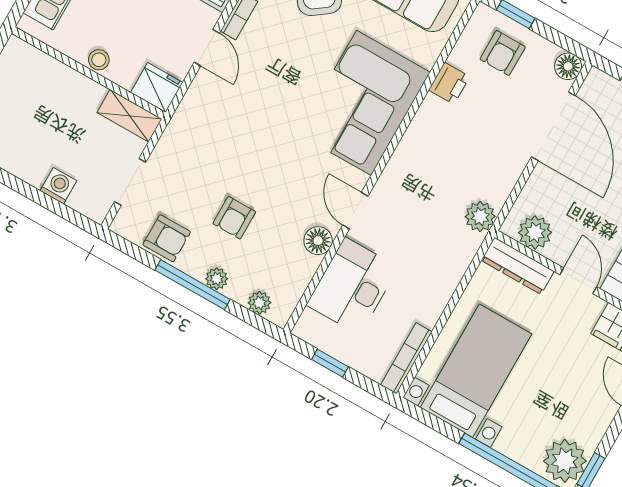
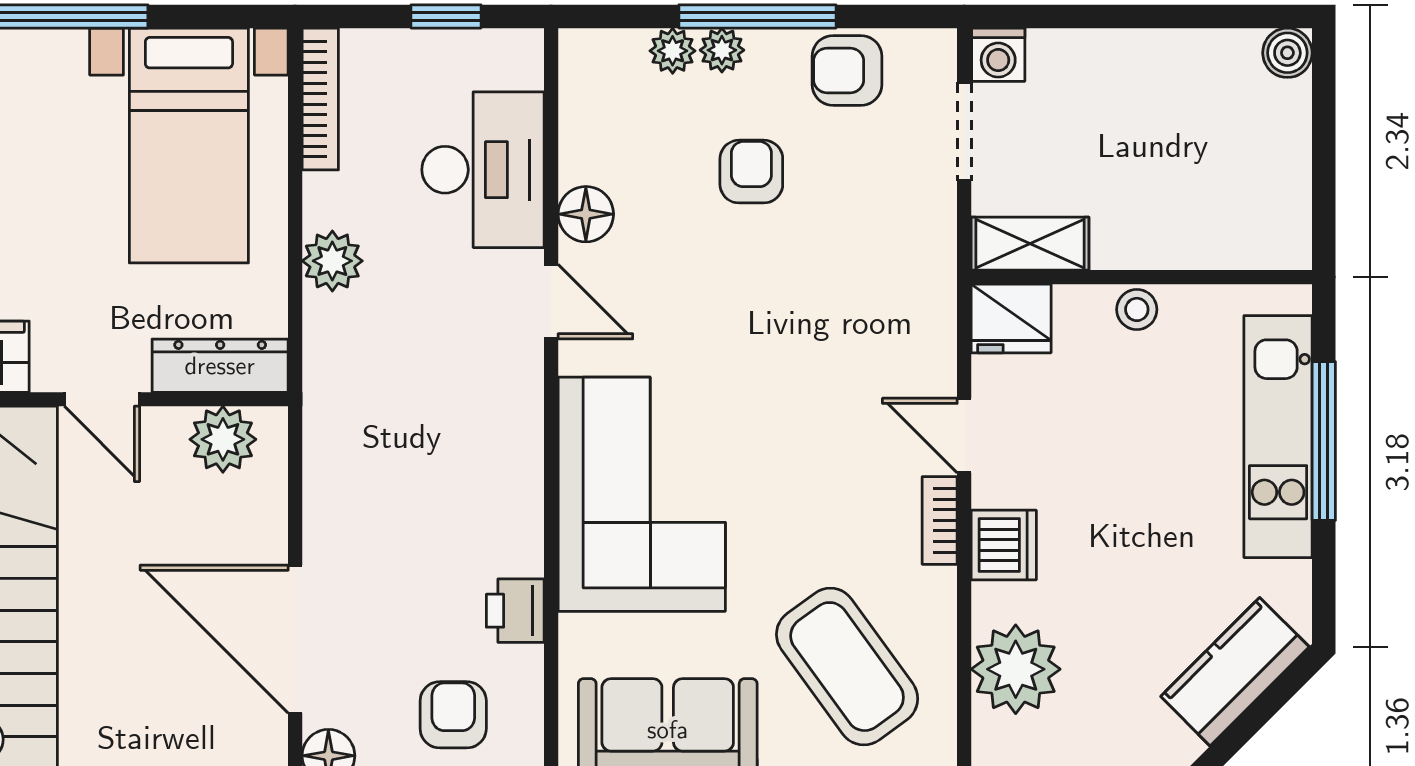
washing machine: (58, 186) -> (998, 55), moved
plant: (480, 217) -> (332, 261), moved
plant: (259, 303) -> (673, 51), moved

